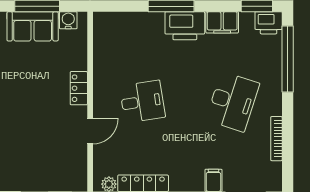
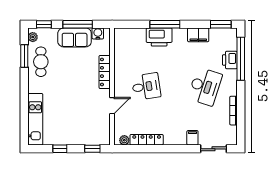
printer: (269, 23) -> (230, 60), moved, turned 90
printer: (185, 26) -> (159, 37), moved
locker: (79, 88) -> (105, 72), width x1.53

